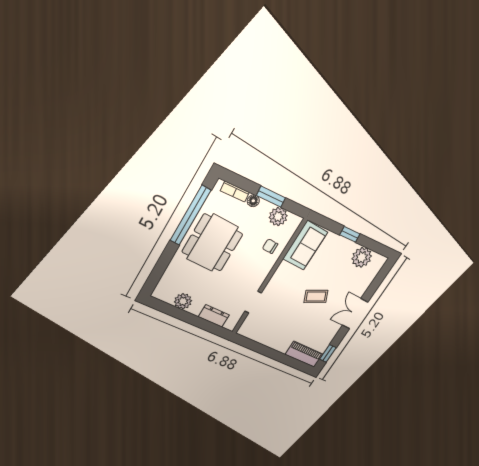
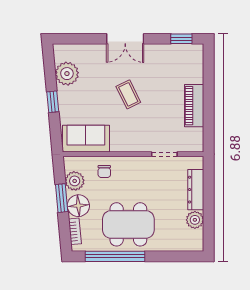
floor lamp: (253, 201) -> (78, 206), width x1.89, depth x1.89
dresser: (214, 316) -> (196, 190), width x1.44
piano: (304, 354) -> (194, 106), moved

